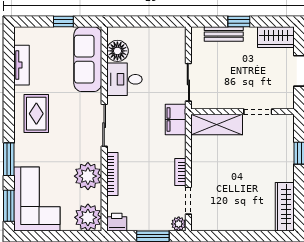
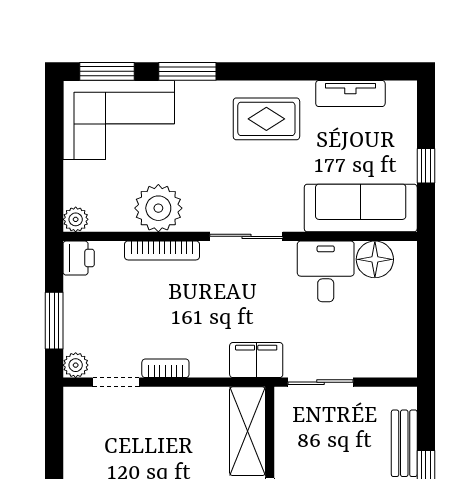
plant: (88, 217) -> (76, 219), width x0.53, depth x0.53

